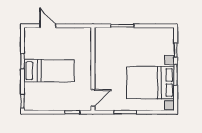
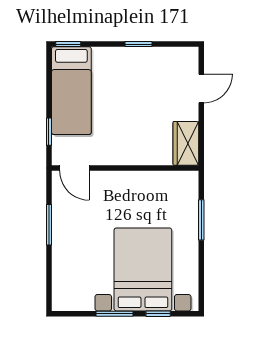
wardrobe: (79, 35) -> (186, 143), added
bed: (49, 71) -> (71, 91), moved
bed with nightstands: (150, 83) -> (143, 269), moved

